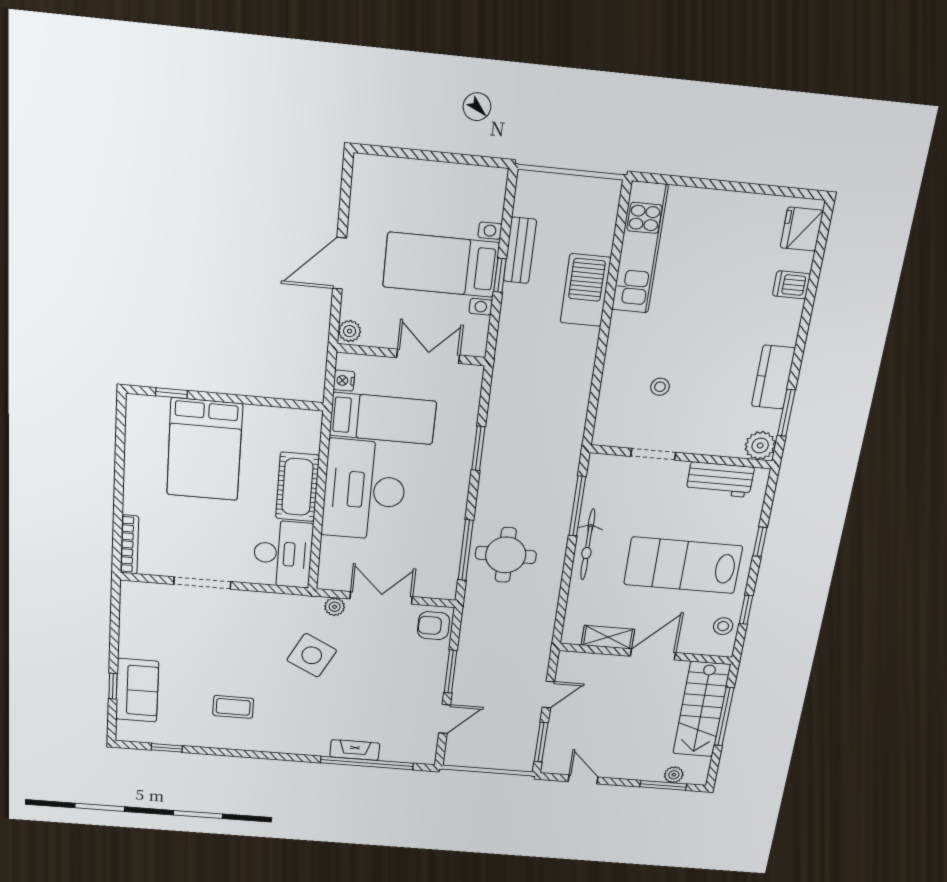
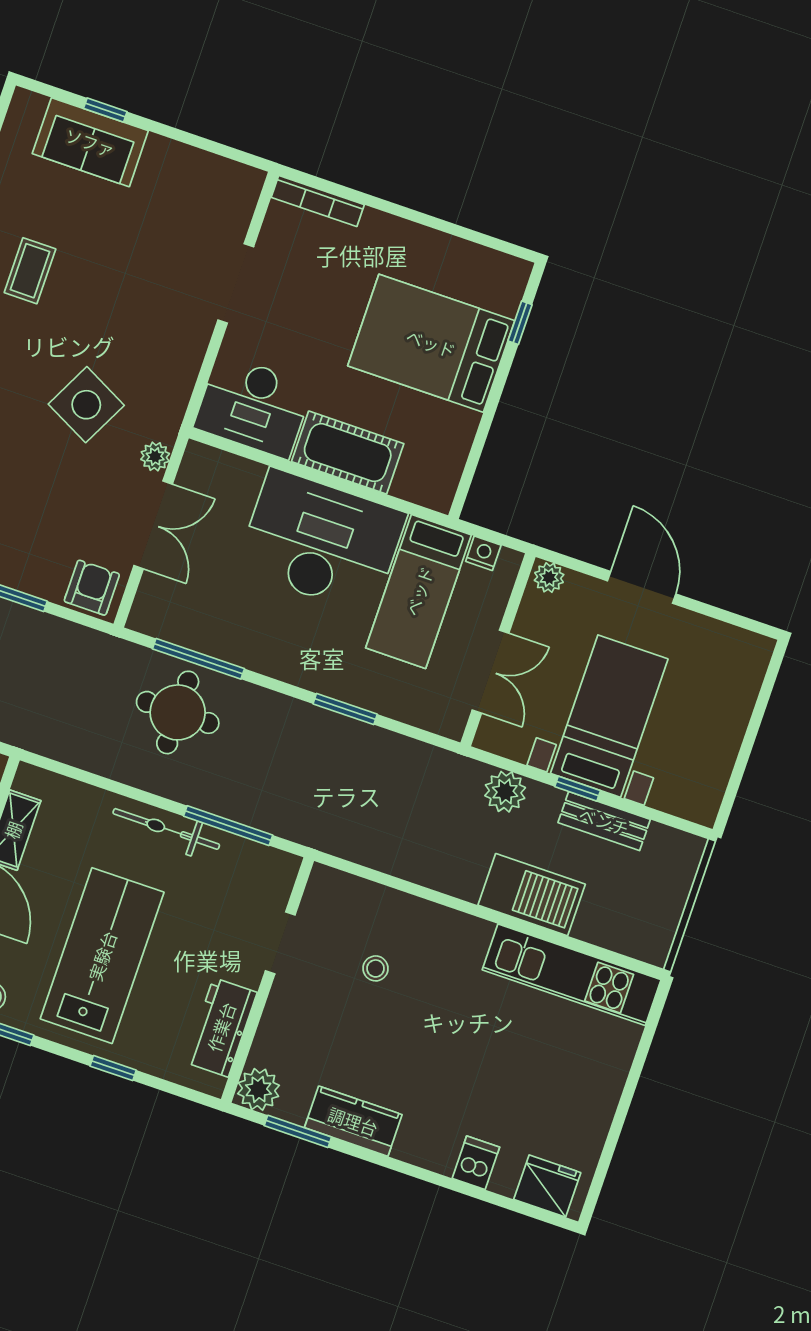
plant: (513, 326) -> (505, 792), added

